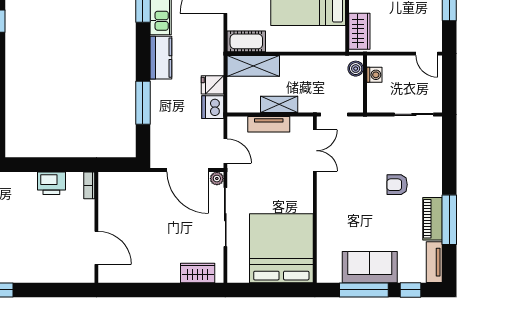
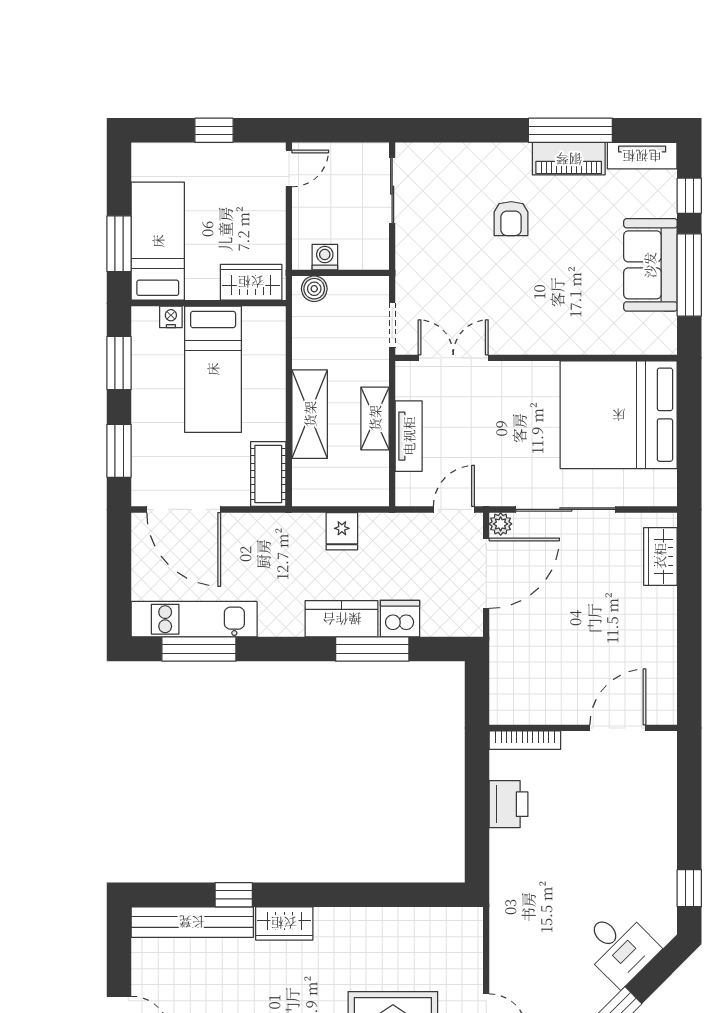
kitchen counter: (161, 58) -> (342, 619), moved
shelving: (253, 66) -> (310, 414), moved
dishwasher: (213, 107) -> (400, 619), moved, turned 180
bookcase: (89, 185) -> (525, 740), width x1.56

